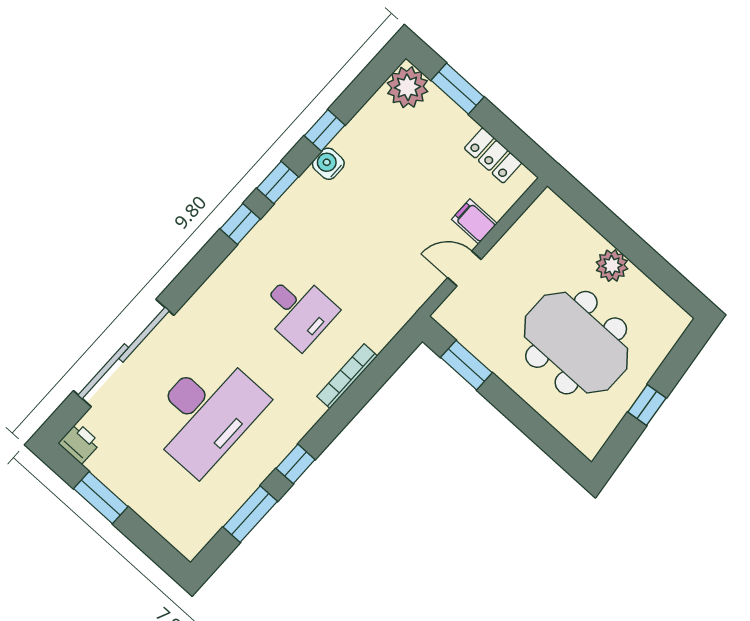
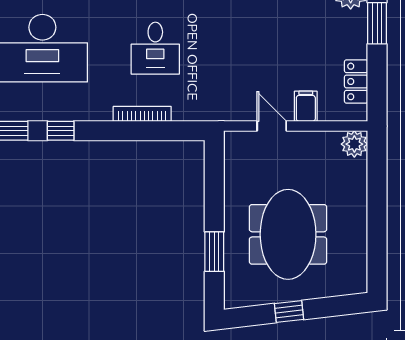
plant: (612, 266) -> (354, 144), moved
window: (466, 365) -> (214, 252), moved

